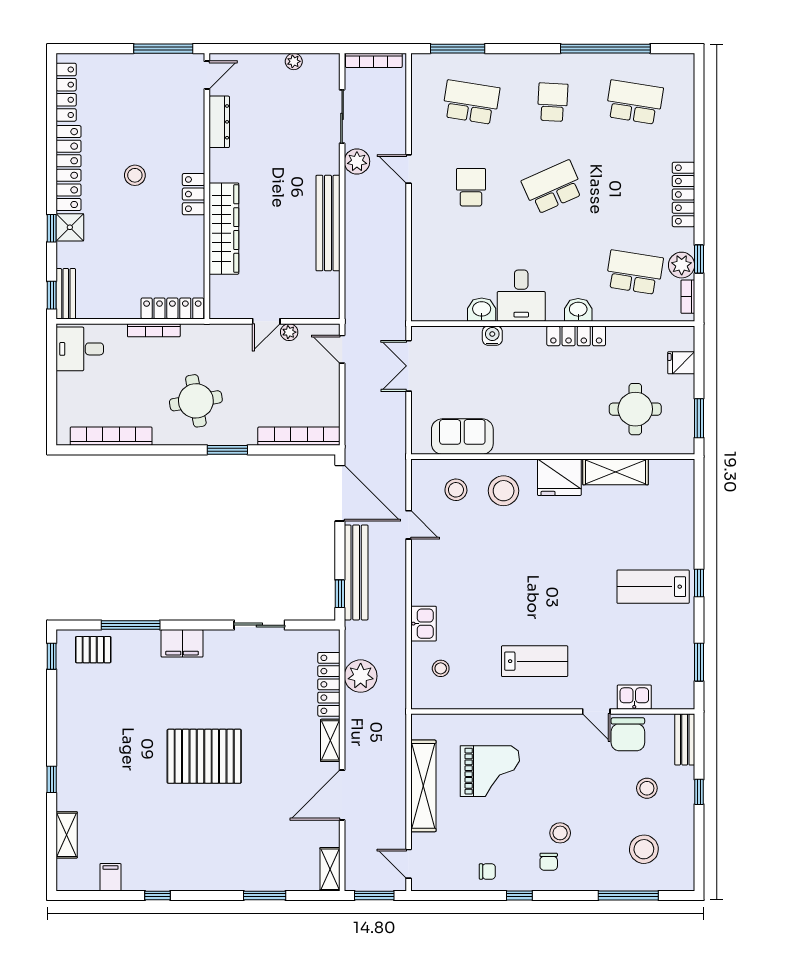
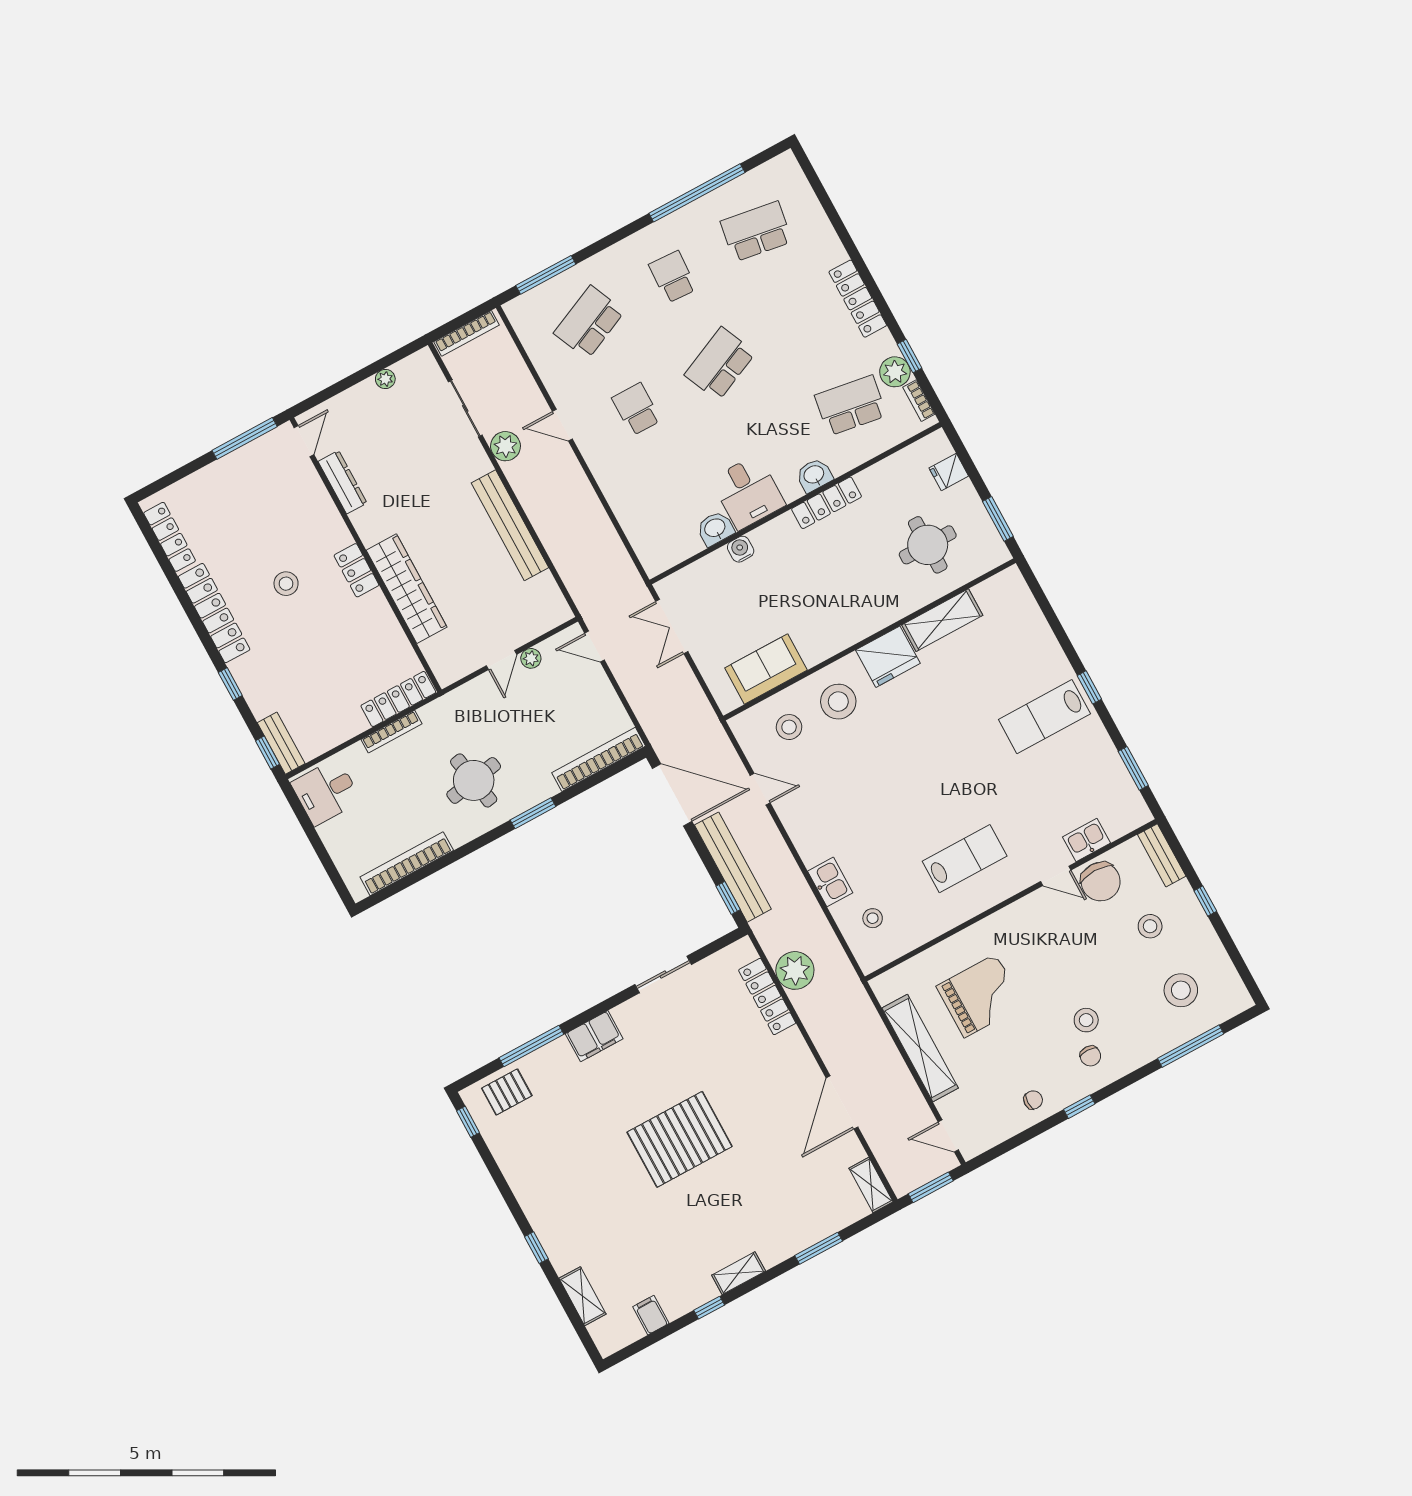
school desk: (471, 102) -> (589, 322), turned -33
shower: (70, 227) -> (248, 673), removed
shelving: (330, 740) -> (739, 1273), moved, turned 90

